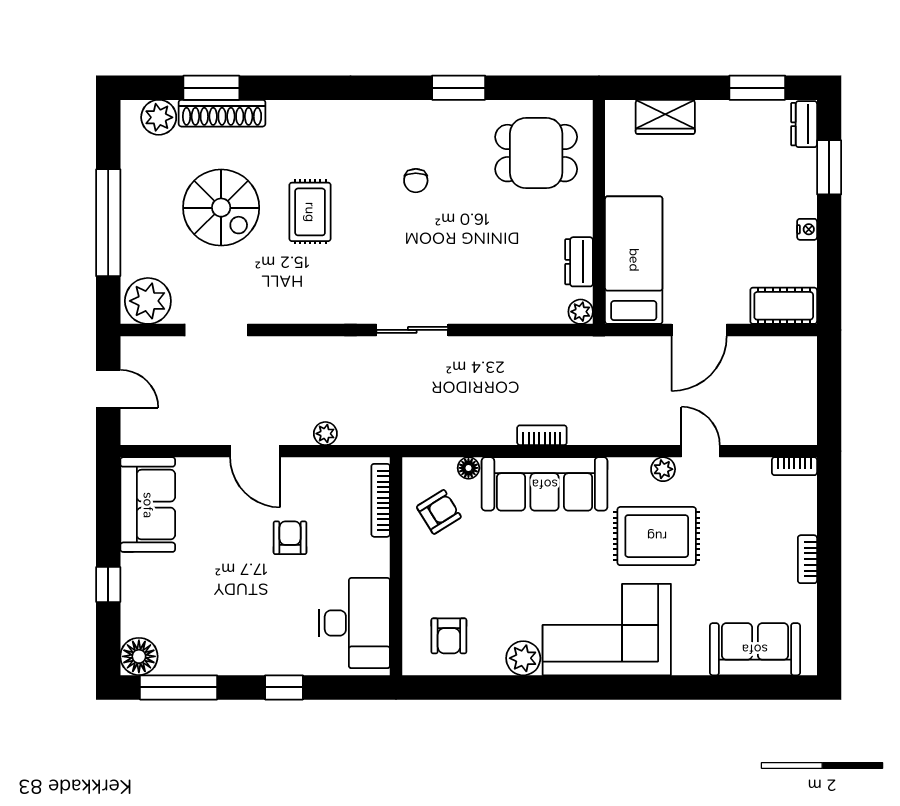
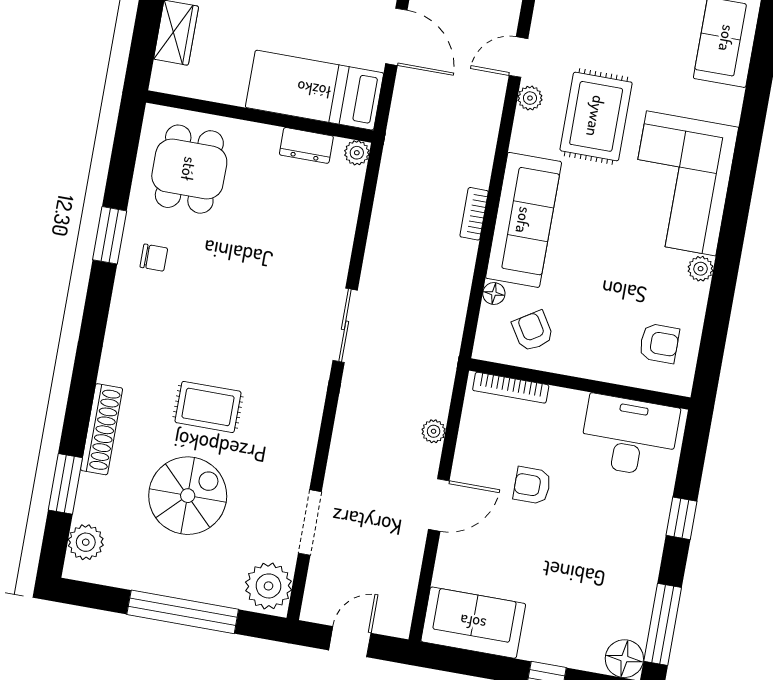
shoe rack: (222, 113) -> (102, 429), moved
chair: (416, 181) -> (154, 258), moved
plant: (523, 658) -> (701, 269), width x0.73, depth x0.73

